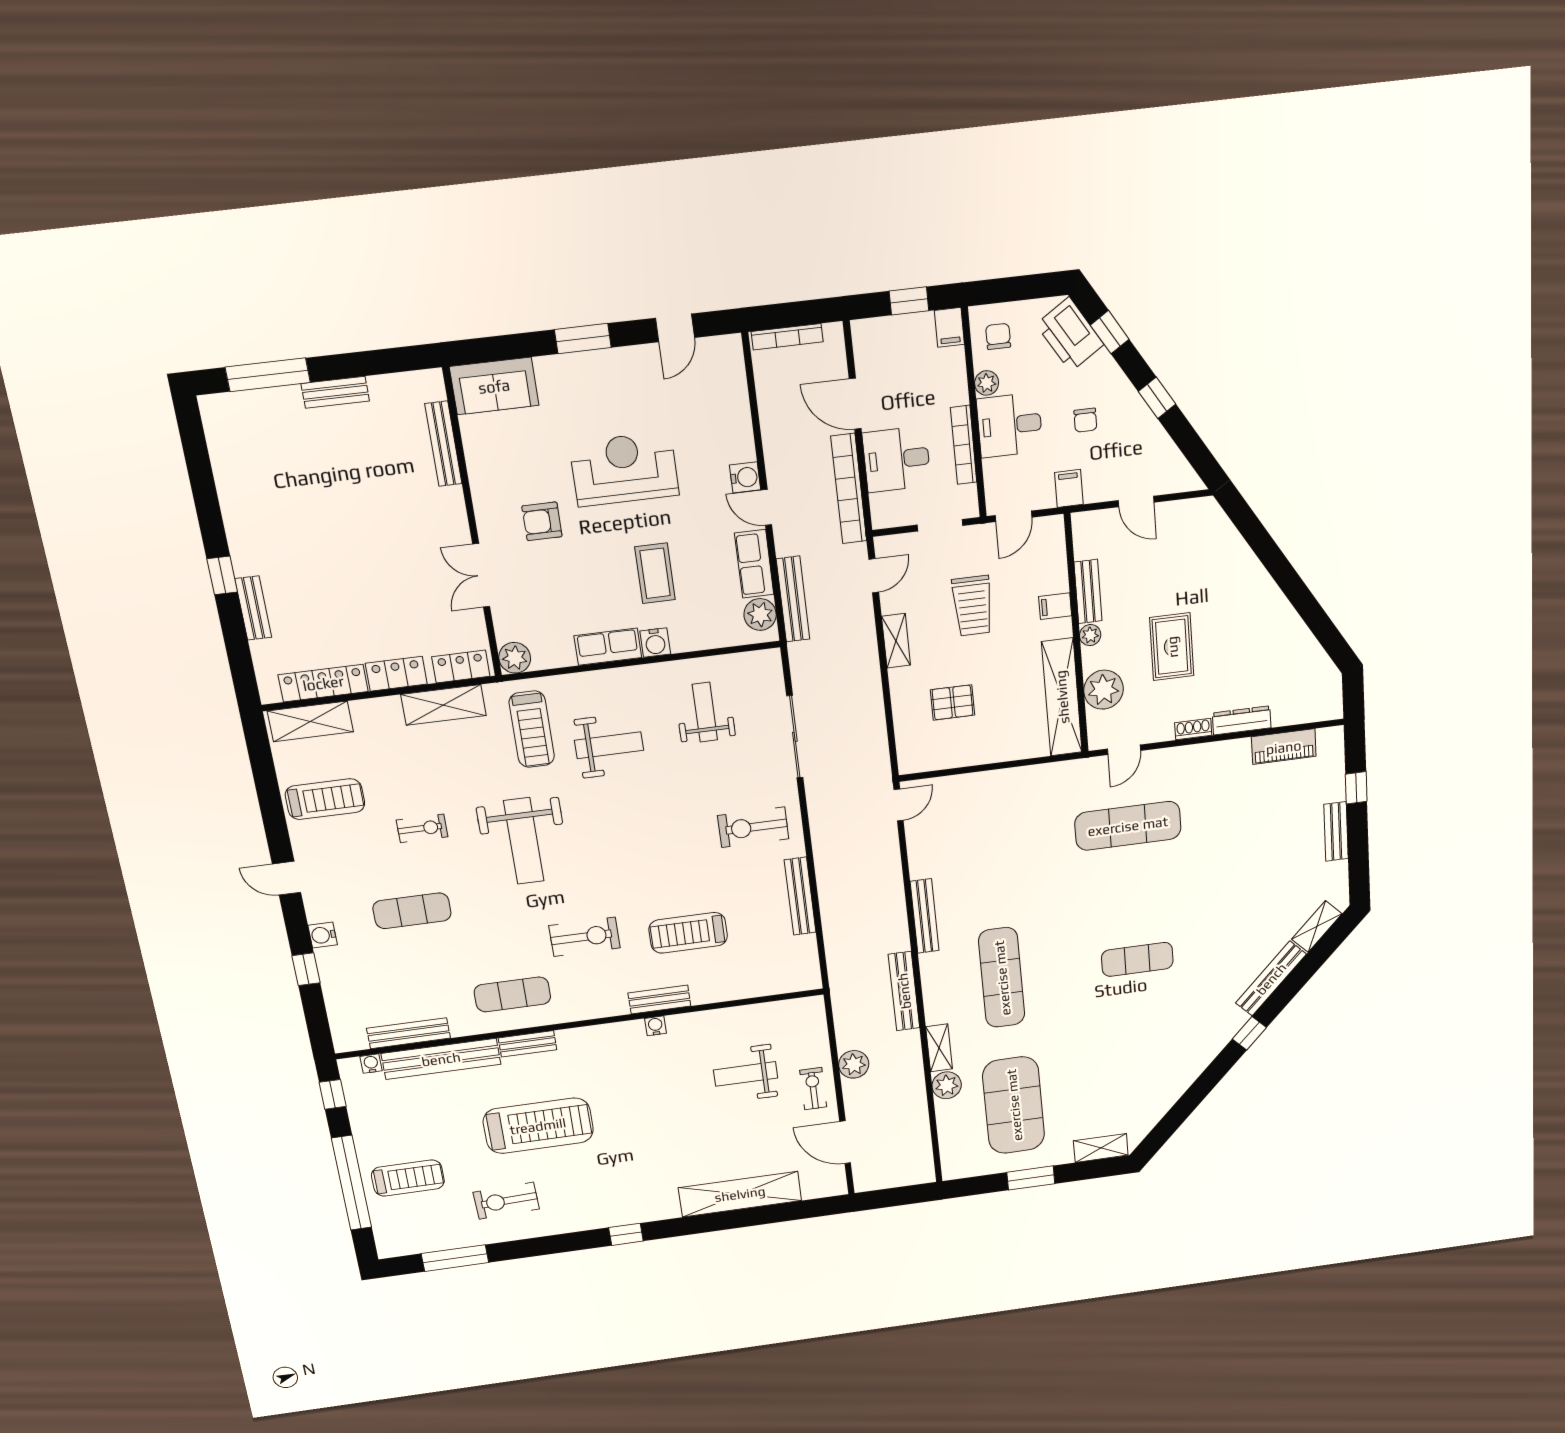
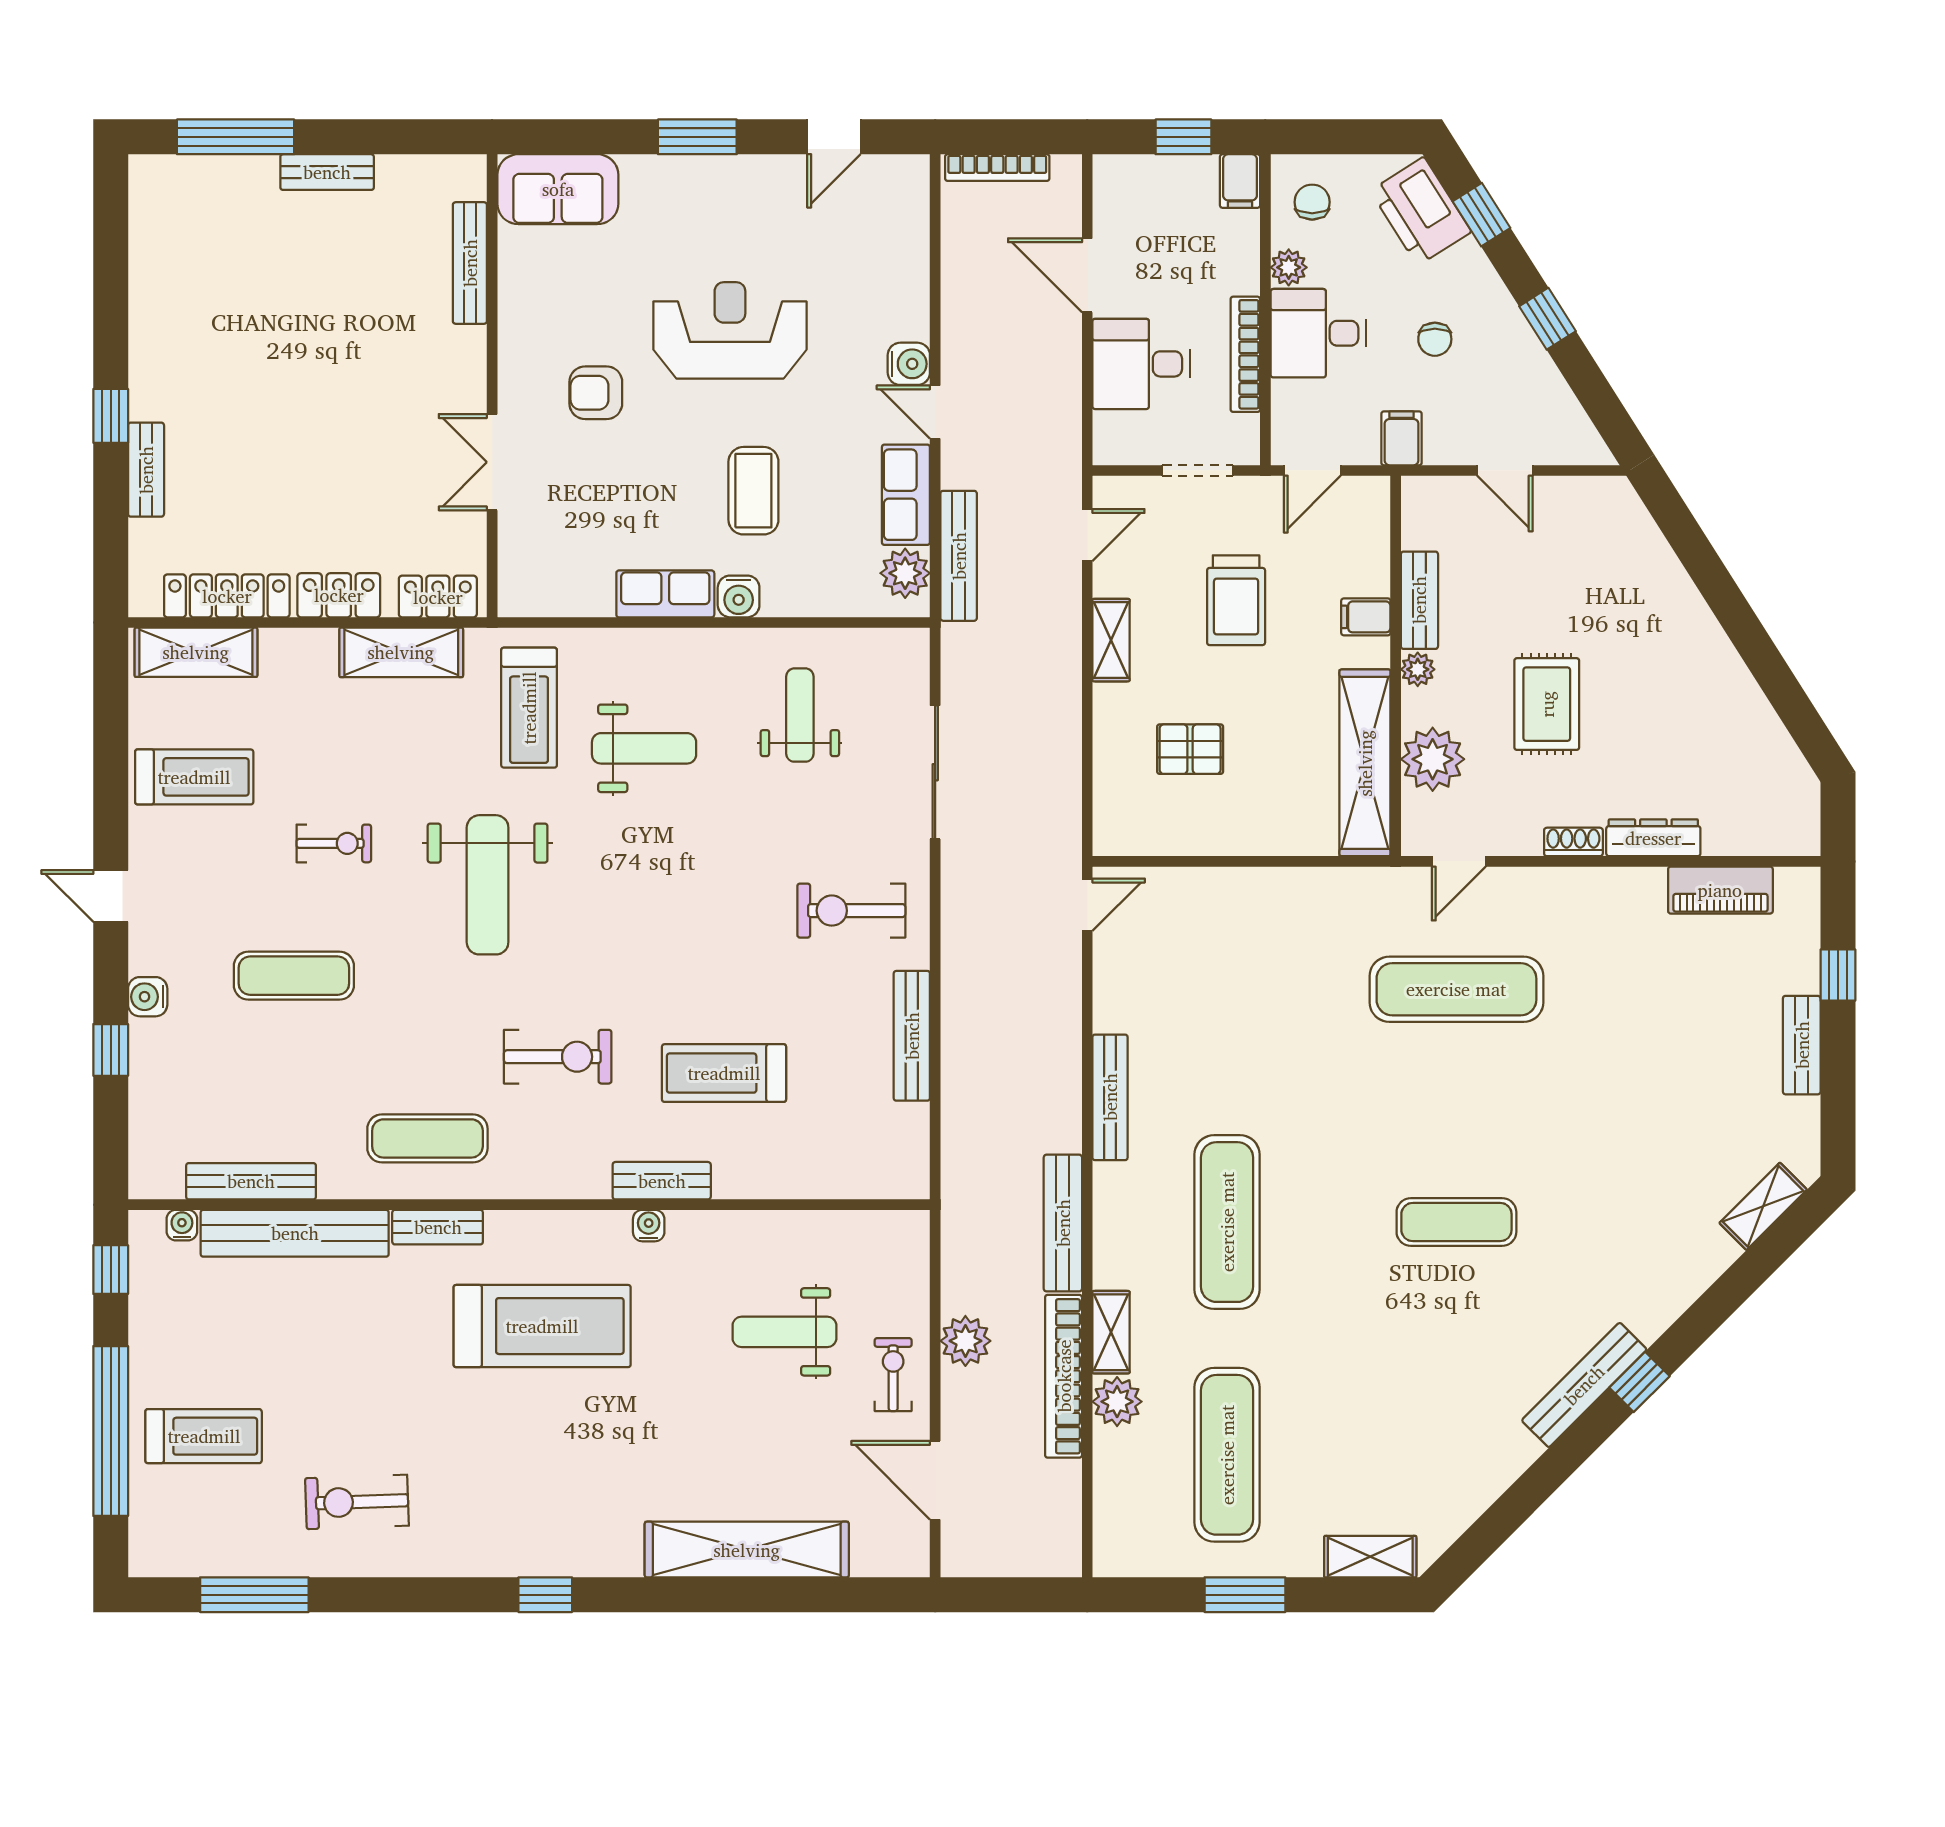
bookcase: (849, 489) -> (1064, 1376), moved
plant: (515, 658) -> (521, 593), removed
bench: (1271, 979) -> (1584, 1385), moved
exercise mat: (1014, 1105) -> (1227, 1455), width x0.68
treadmill: (538, 1126) -> (542, 1326), moved

